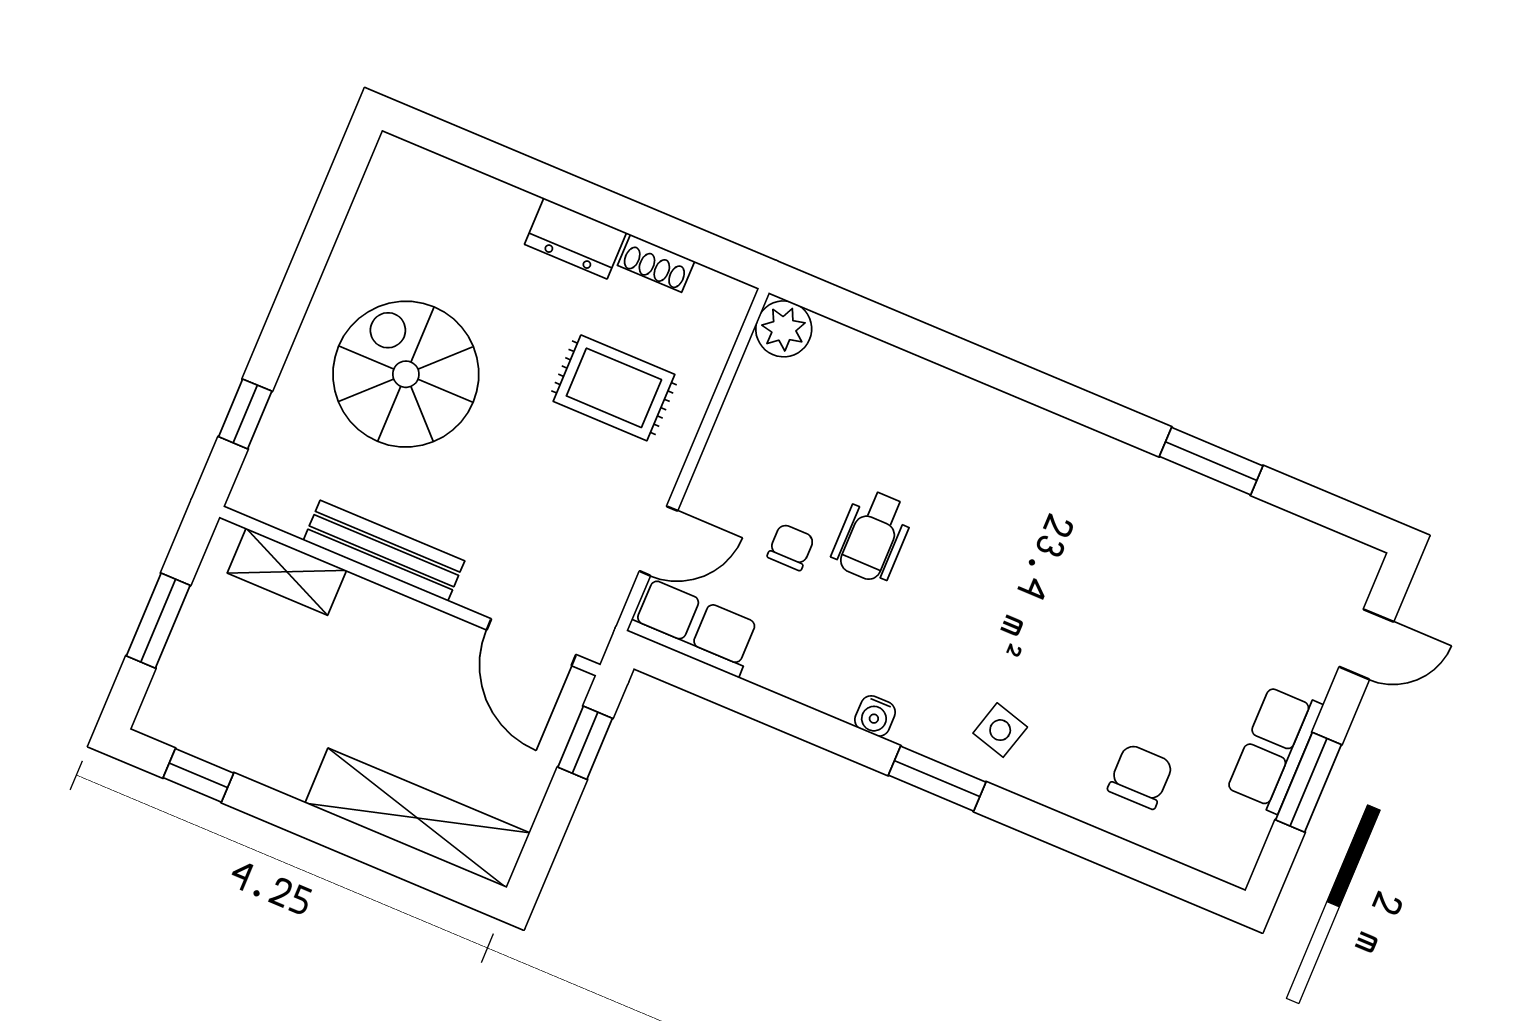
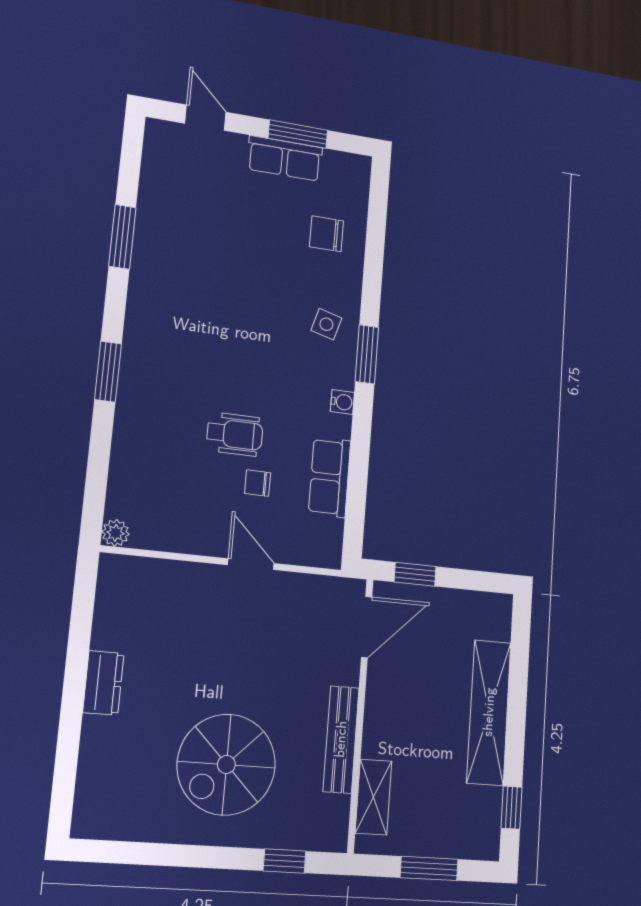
shoe rack: (656, 263) -> (104, 624), removed
plant: (784, 329) -> (116, 533), width x0.73, depth x0.73
window: (1016, 379) -> (108, 372), added
rug: (614, 388) -> (193, 626), removed
door: (659, 541) -> (251, 564), moved
row of seats: (694, 628) -> (330, 477), moved
shelving: (417, 818) -> (489, 712), moved

